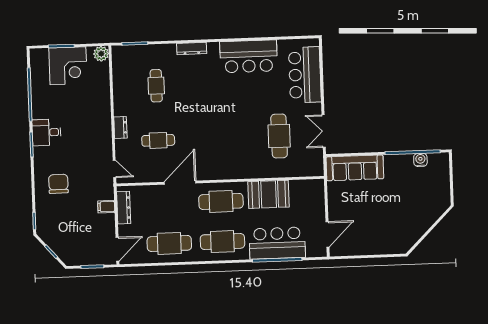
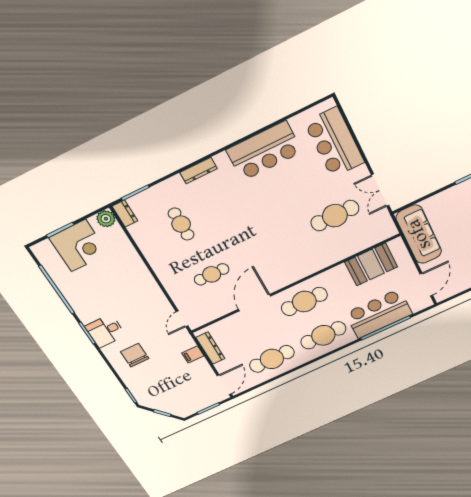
dresser: (120, 127) -> (125, 214), moved
desk: (47, 132) -> (105, 331), moved
cafe table: (279, 136) -> (335, 216), turned 90
sofa: (355, 168) -> (419, 234), moved, turned -90
door: (114, 169) -> (182, 319), swing flipped
booth: (269, 194) -> (371, 264), moved

